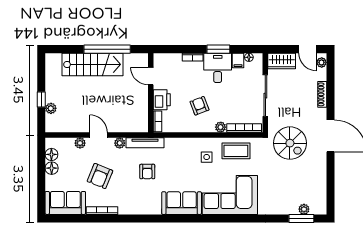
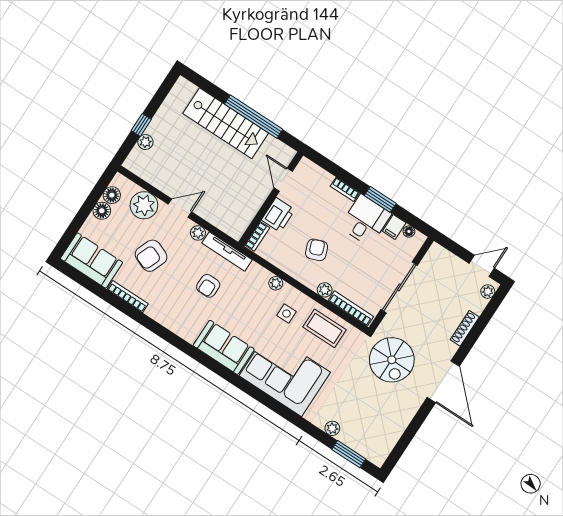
door: (307, 49) -> (482, 266), swing flipped
wardrobe: (282, 61) -> (444, 260), removed
door: (99, 135) -> (180, 208), hinge flipped
plant: (80, 143) -> (144, 205), width x1.87, depth x1.87
plant: (188, 143) -> (276, 283), added
plant: (304, 209) -> (332, 428), moved

